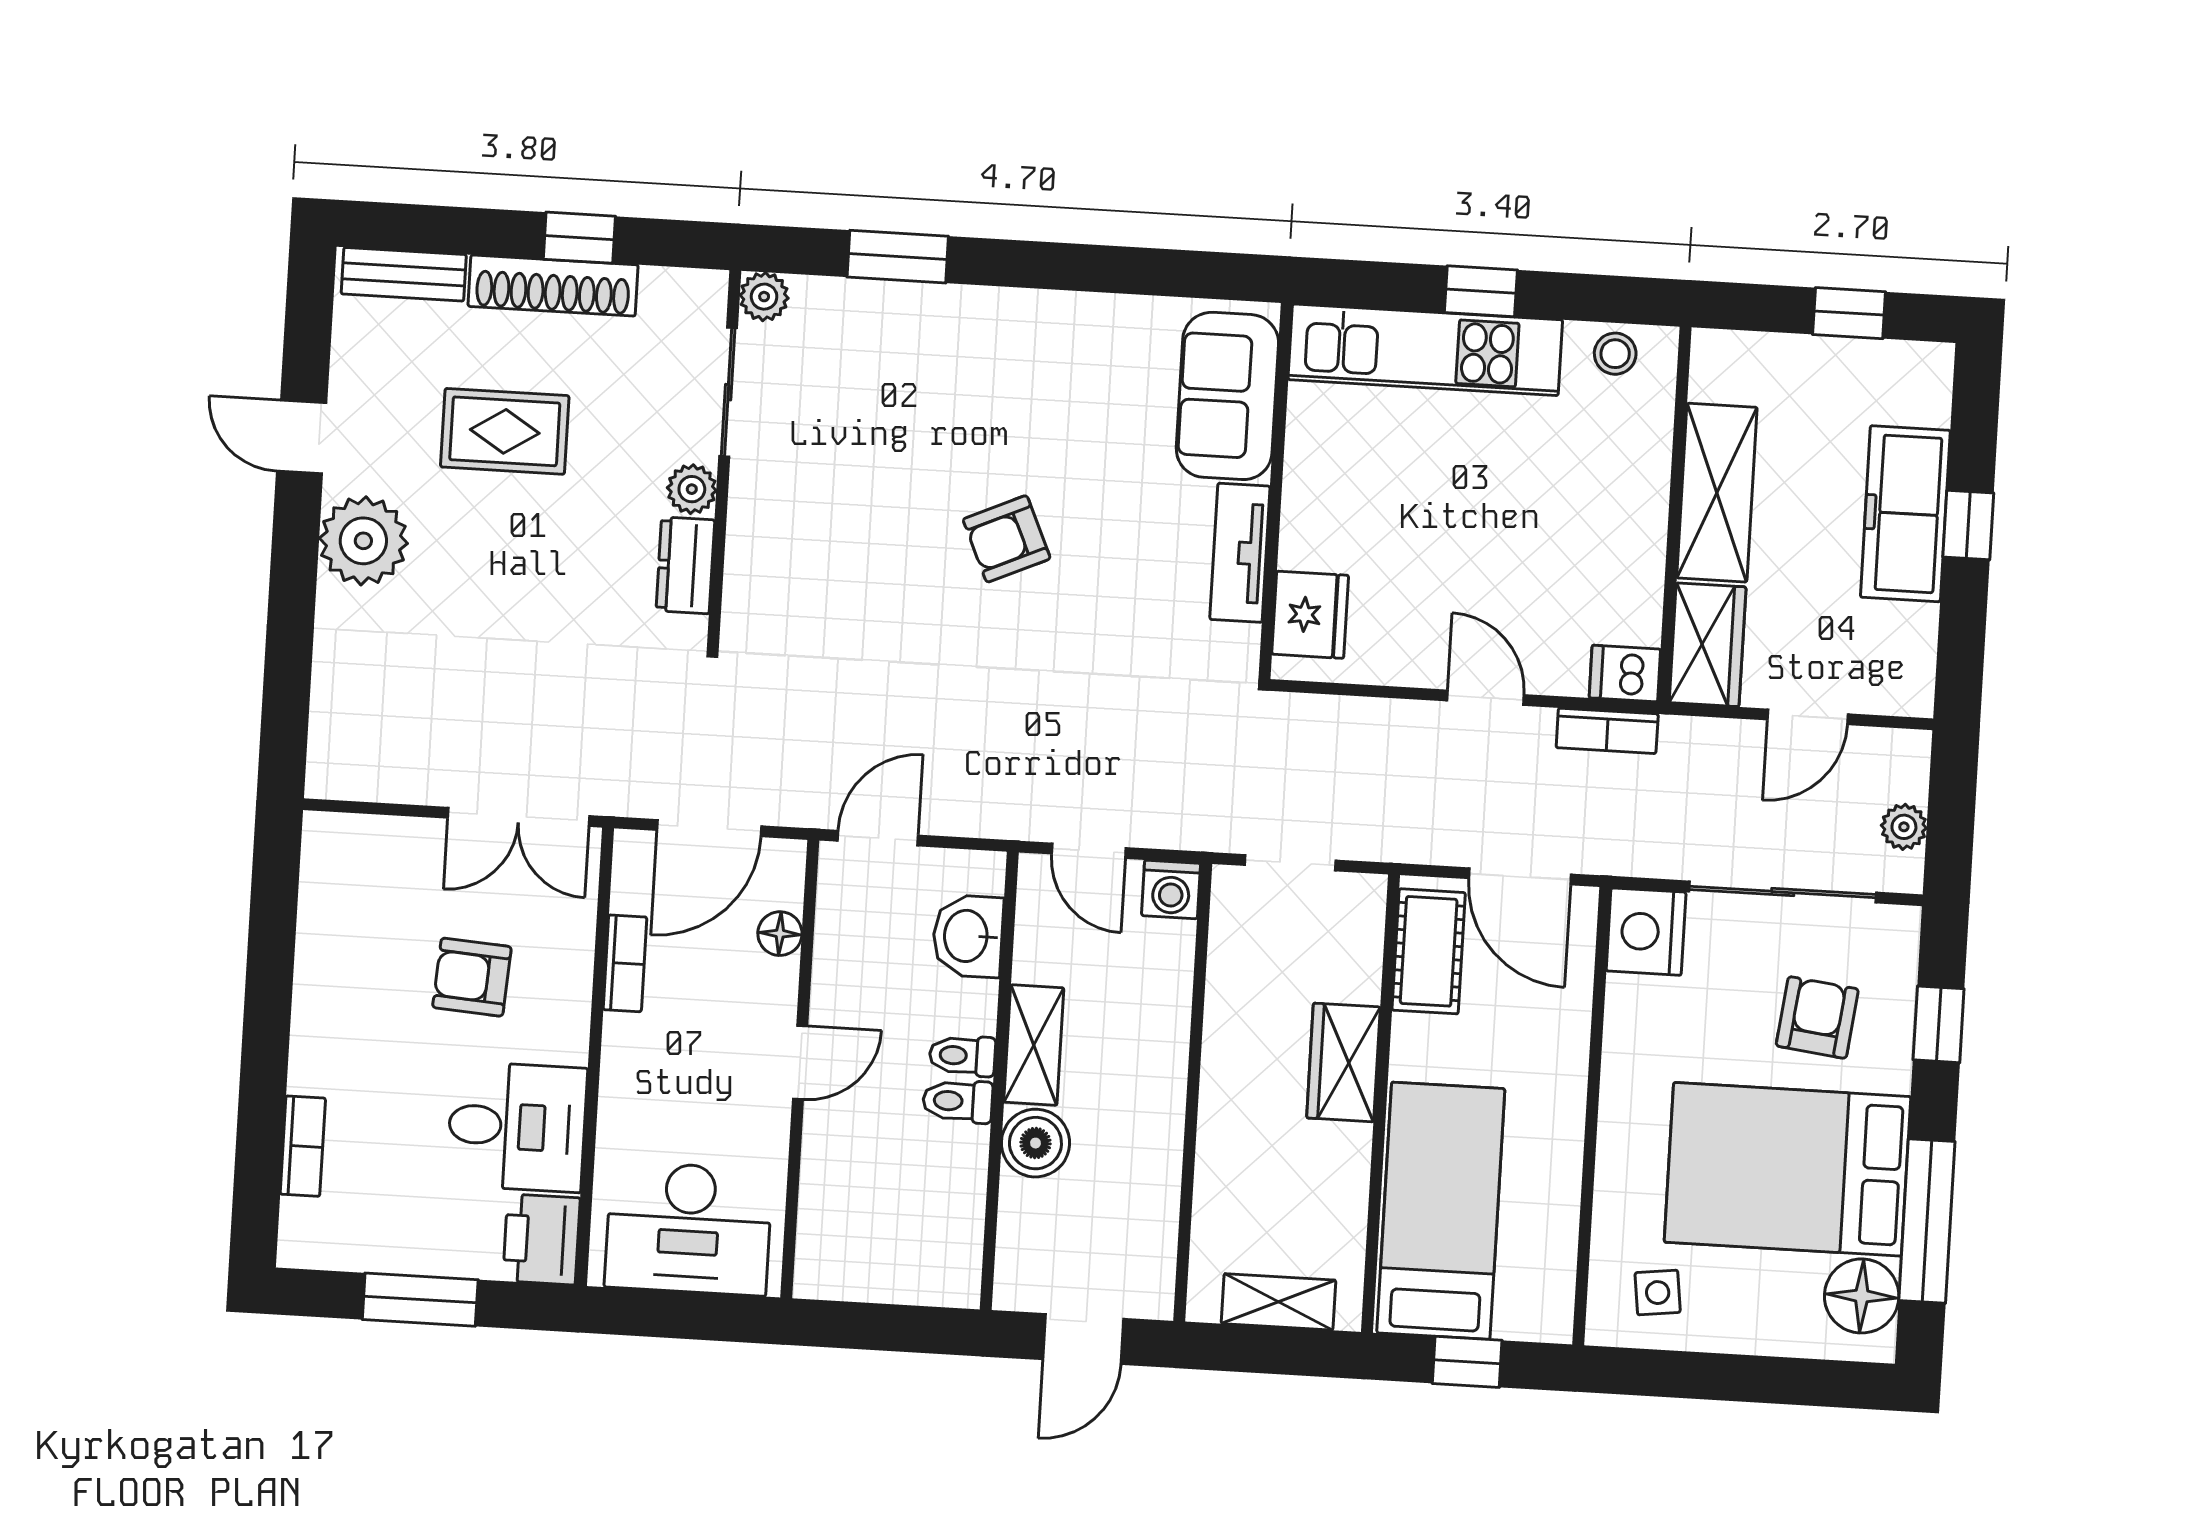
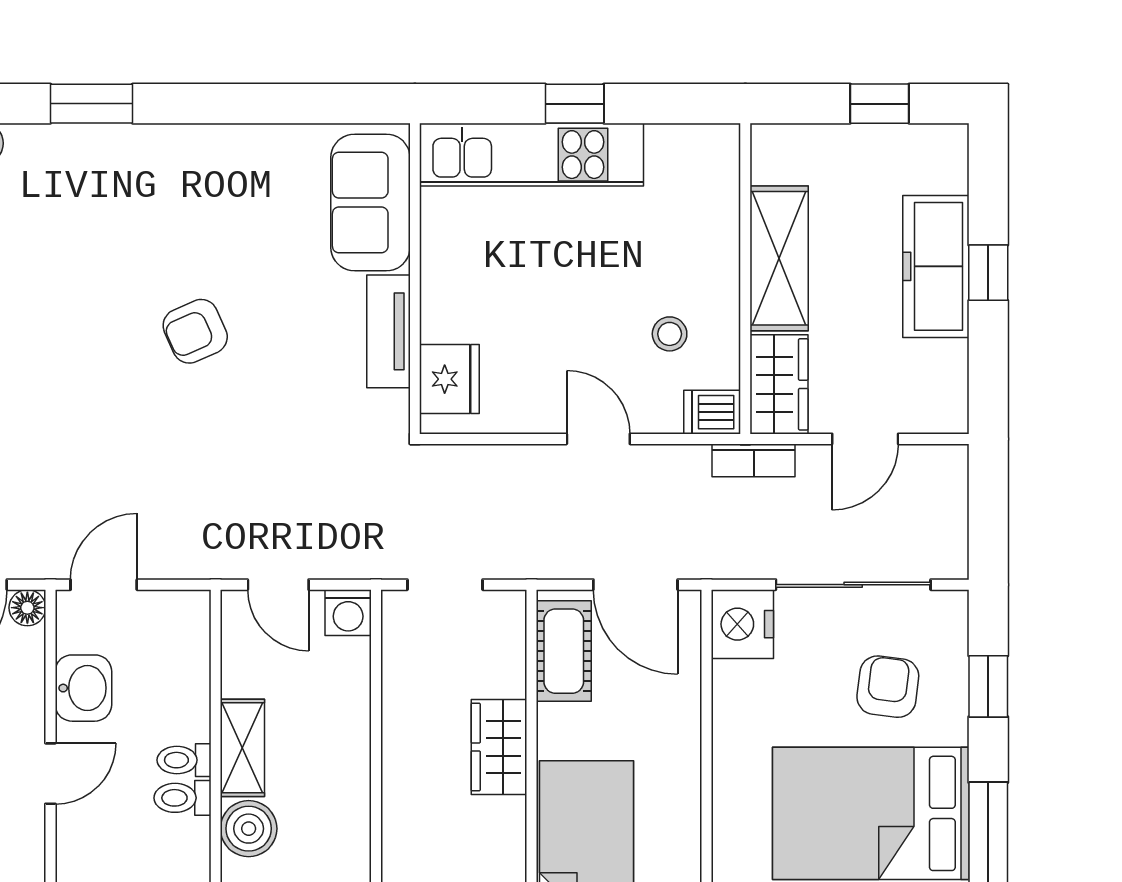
stool: (1615, 354) -> (670, 334), moved
bookcase: (1607, 731) -> (754, 460), moved
plant: (1904, 827) -> (950, 525), removed
floor lamp: (780, 934) -> (27, 608), moved
washbasin: (968, 936) -> (83, 688), moved, turned 180

